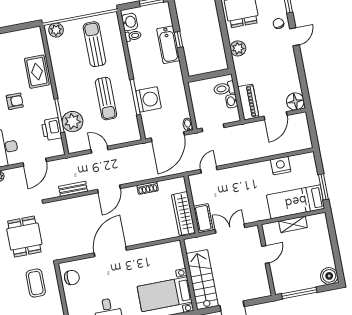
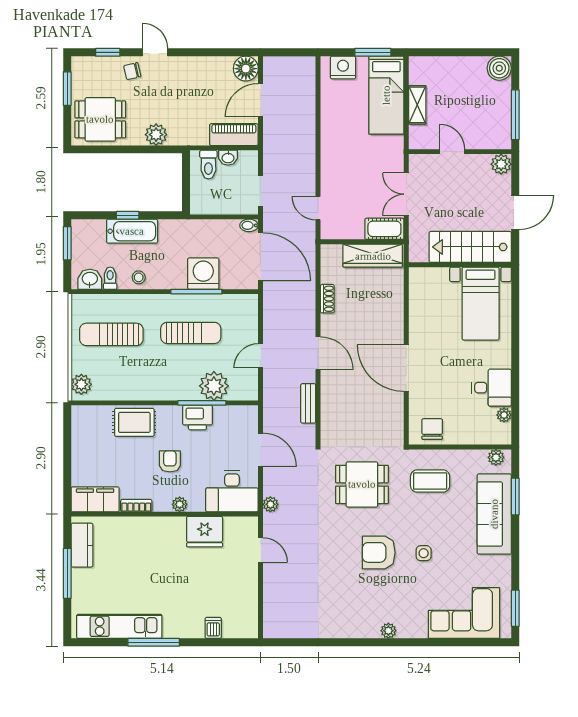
stool: (137, 55) -> (139, 277), added
door: (276, 116) -> (260, 100), swing flipped
printer: (51, 129) -> (197, 417), moved
nightstand: (281, 166) -> (343, 67), moved, turned 90
plant: (263, 290) -> (501, 164), added

